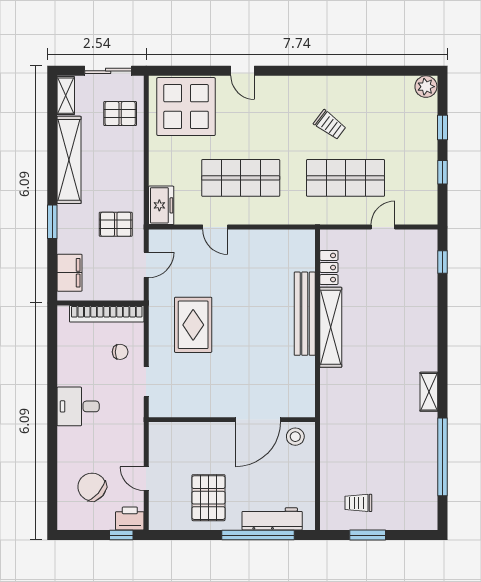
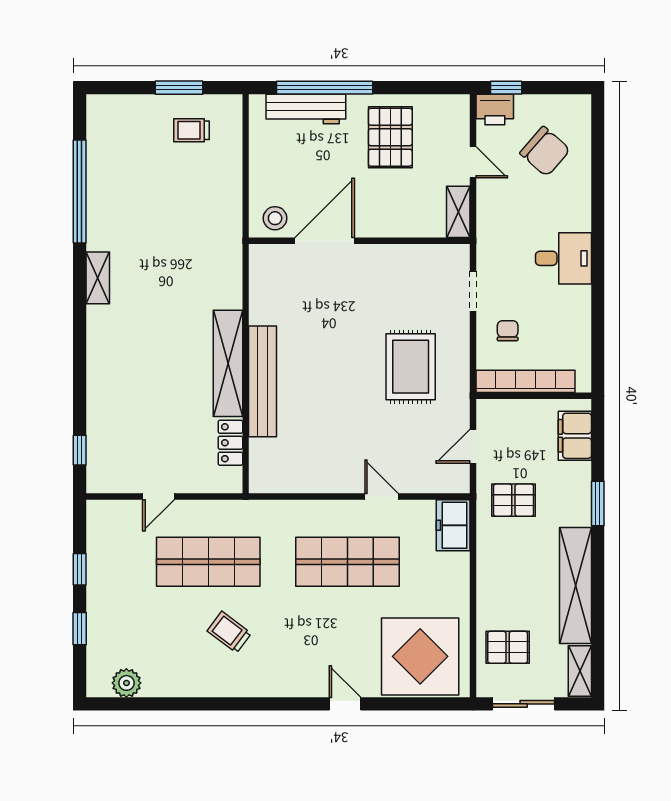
plant: (426, 87) -> (126, 683), moved
chair: (120, 352) -> (508, 331), turned 90
shelving: (157, 441) -> (458, 212), added
trolley: (358, 503) -> (191, 130), turned 180

